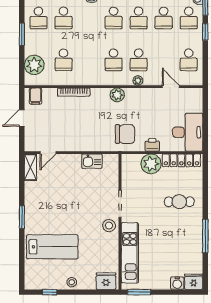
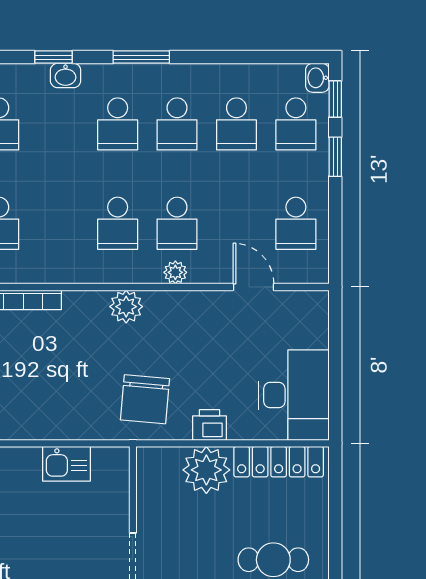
chair: (125, 134) -> (145, 399), turned 95

